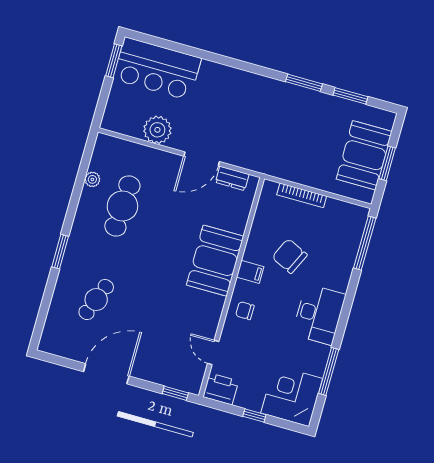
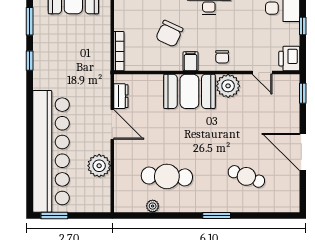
bar counter: (157, 69) -> (51, 151), width x1.86
window: (304, 83) -> (30, 61), width x0.67
bookcase: (302, 195) -> (119, 51), moved
plant: (209, 308) -> (228, 86), added
door: (213, 352) -> (262, 73), hinge flipped

